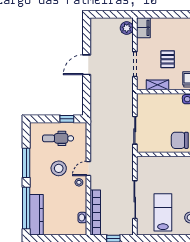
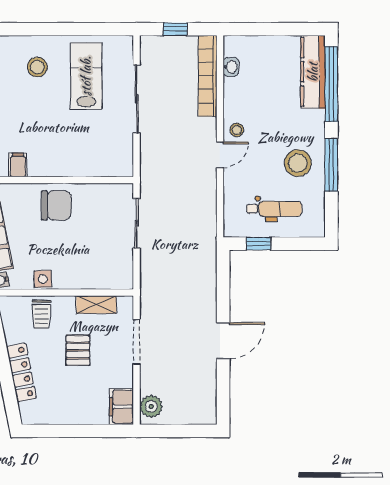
stool: (59, 168) -> (298, 163), moved
lab bench: (163, 212) -> (86, 76), turned 180

